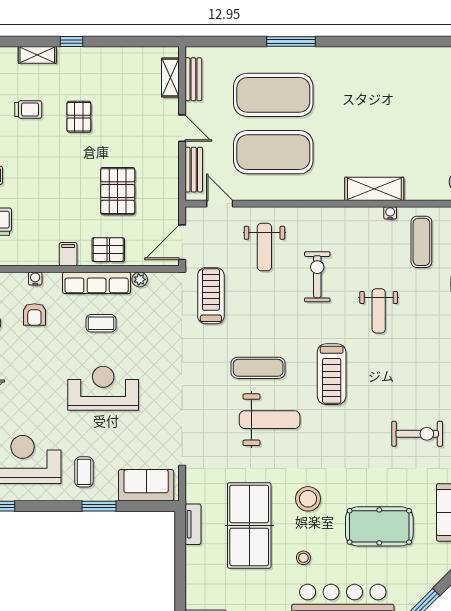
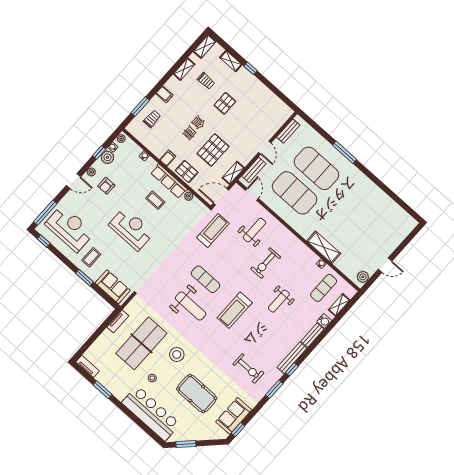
shelving: (170, 78) -> (233, 173), moved
weight bench: (264, 247) -> (254, 230), turned 180
exercise bike: (317, 277) -> (266, 263), turned 180
armchair: (34, 314) -> (106, 186), moved

